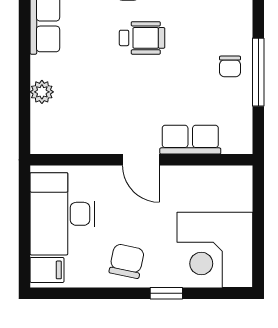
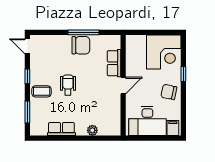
chair: (230, 66) -> (81, 45), width x1.87, depth x1.87

